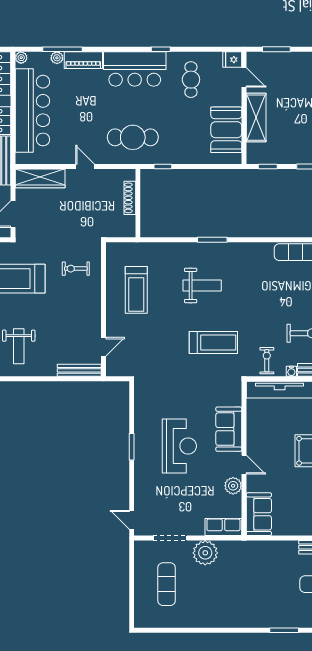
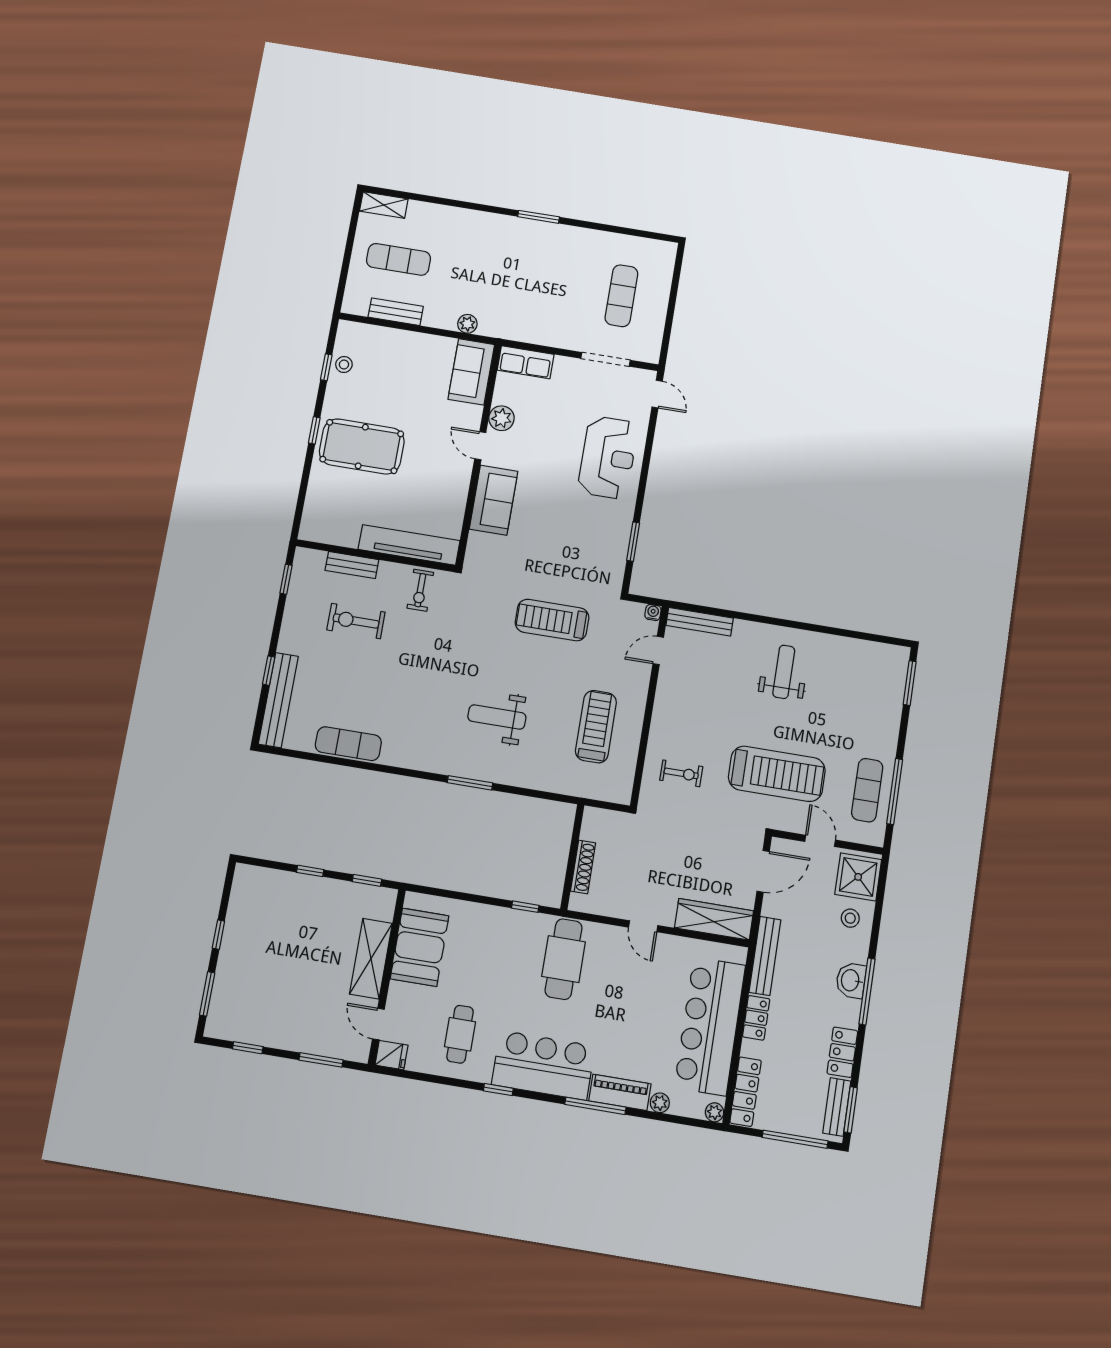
window: (62, 49) -> (595, 1106), moved
cafe table: (133, 137) -> (564, 959), turned 90
treadmill: (213, 342) -> (552, 620), moved
water cooler: (291, 371) -> (653, 612), moved
reception desk: (179, 446) -> (608, 458), moved, turned 180
window: (132, 447) -> (633, 542), moved
plant: (205, 553) -> (467, 324), moved, width x0.53, depth x0.53
window: (284, 630) -> (539, 217), moved

